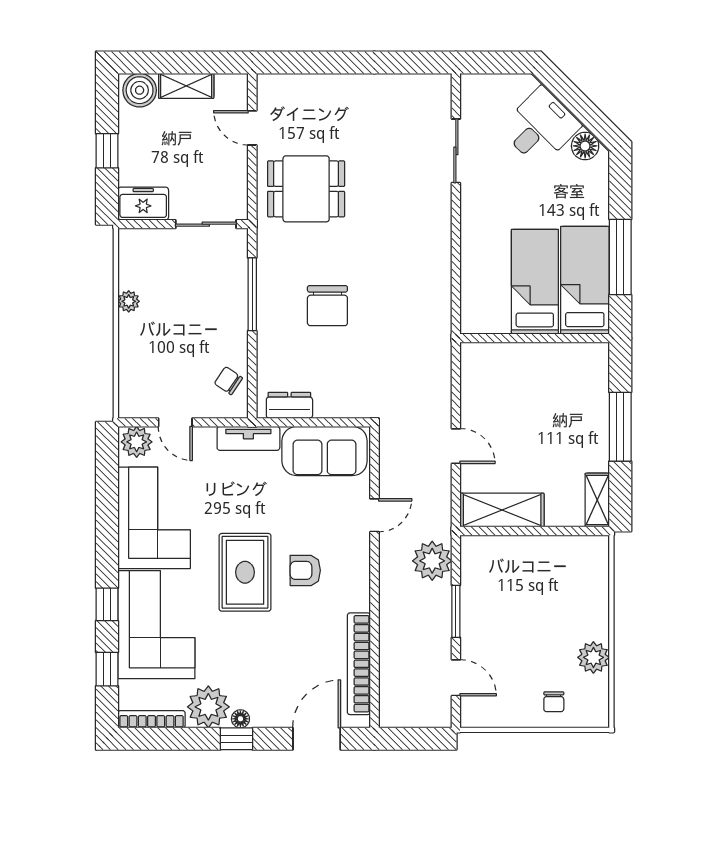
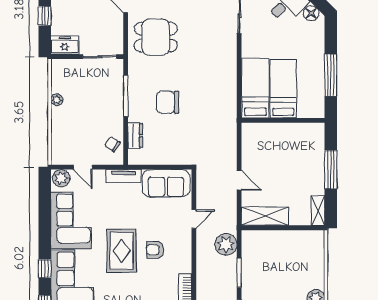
bed: (585, 280) -> (255, 88), moved
chair: (327, 306) -> (168, 102), turned 90
dresser: (289, 405) -> (135, 136), moved, turned 90

